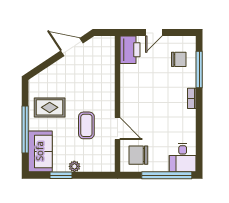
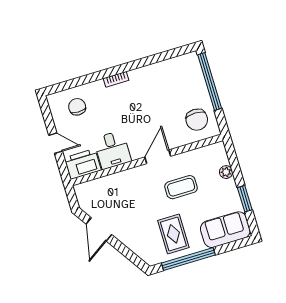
window: (199, 69) -> (82, 81), removed
window: (25, 129) -> (188, 259), moved
door: (117, 129) -> (158, 157), moved
desk: (183, 158) -> (112, 150), moved, turned 90
plant: (74, 166) -> (226, 172), moved

